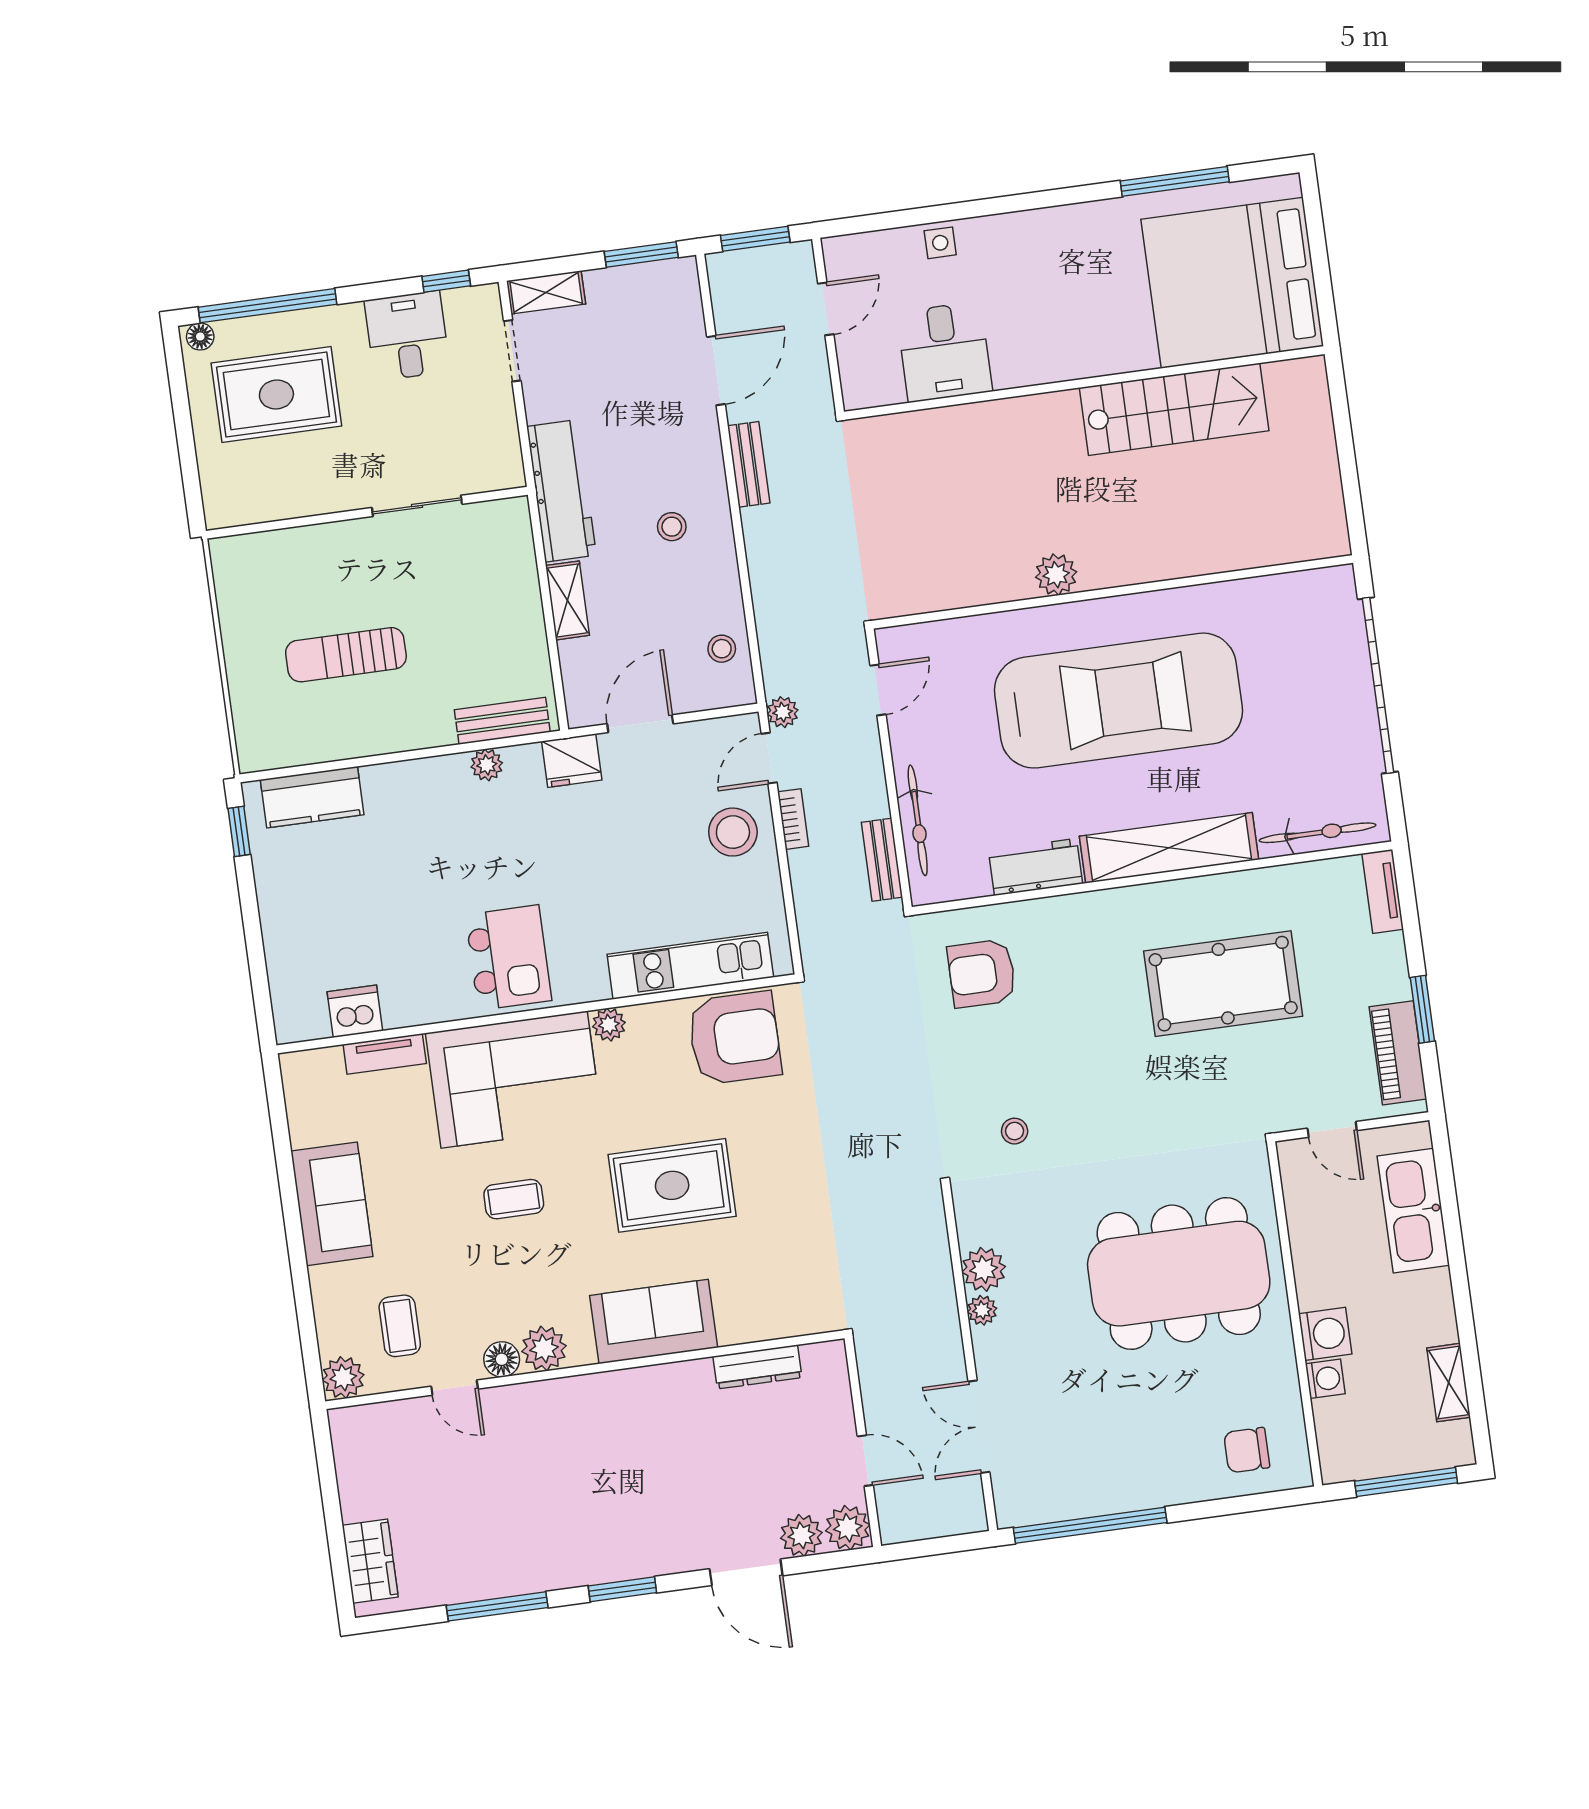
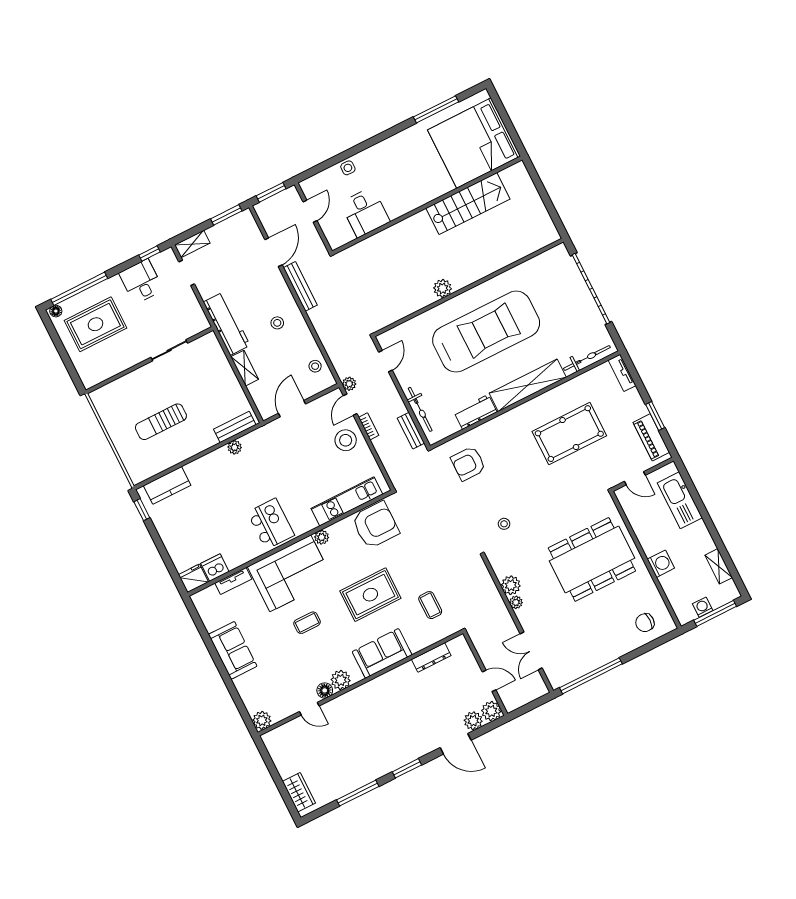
bench: (749, 464) -> (300, 286), width x1.36
fridge: (572, 761) -> (193, 578), moved, turned 180
coffee table: (400, 1326) -> (430, 605), moved
washing machine: (1325, 1379) -> (703, 607), moved, turned -90

